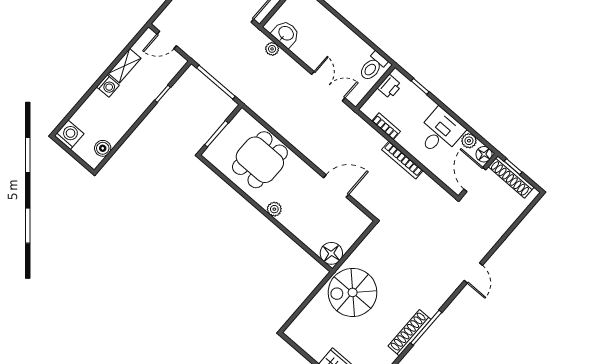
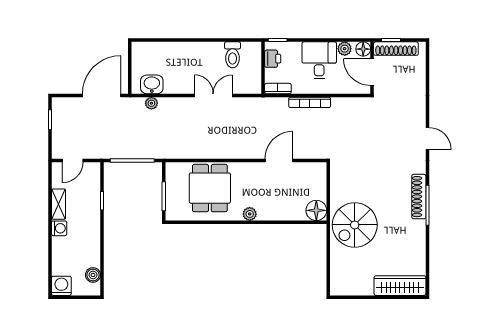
wall: (375, 87) -> (263, 68), moved
printer: (390, 87) -> (273, 59), moved
shoe rack: (410, 333) -> (419, 197), moved

